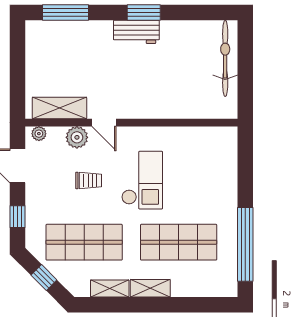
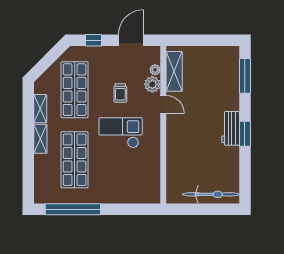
door: (104, 123) -> (163, 104), swing flipped
plant: (39, 134) -> (155, 70), moved
checkout: (142, 180) -> (121, 133), turned 180
window: (44, 278) -> (48, 60), removed

